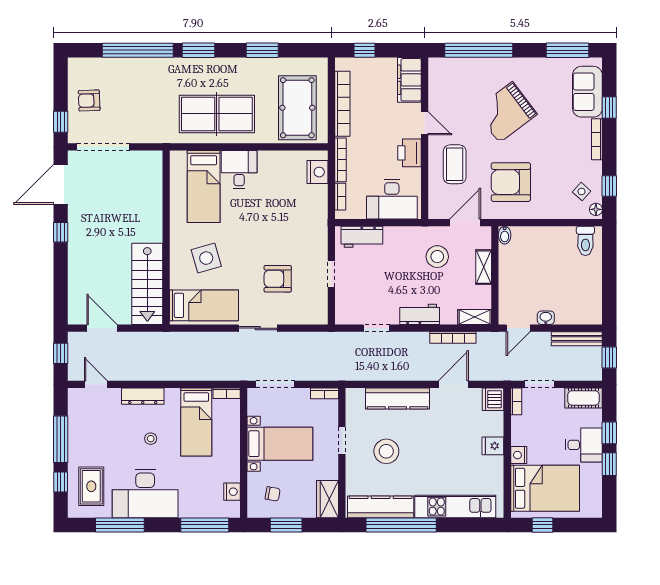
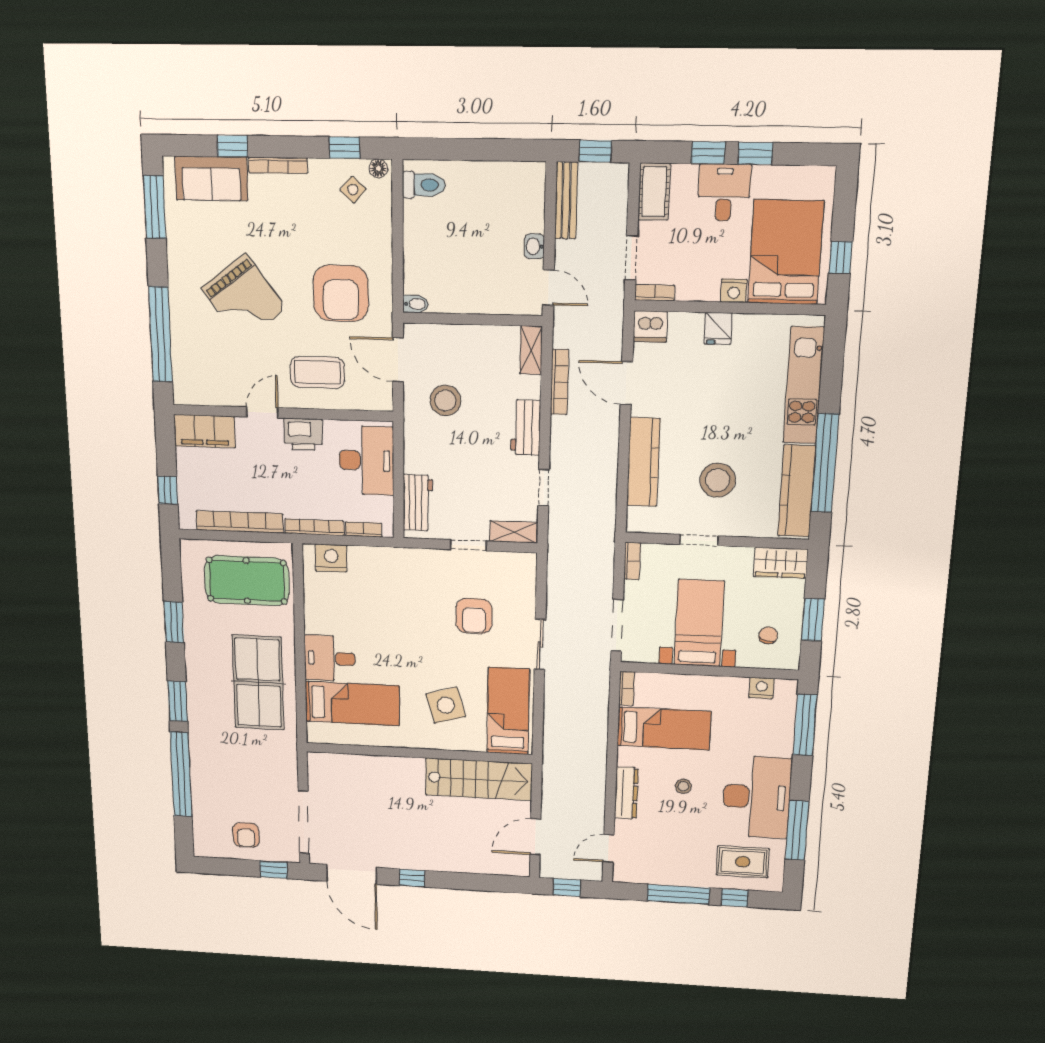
shelving: (484, 267) -> (514, 532), moved

